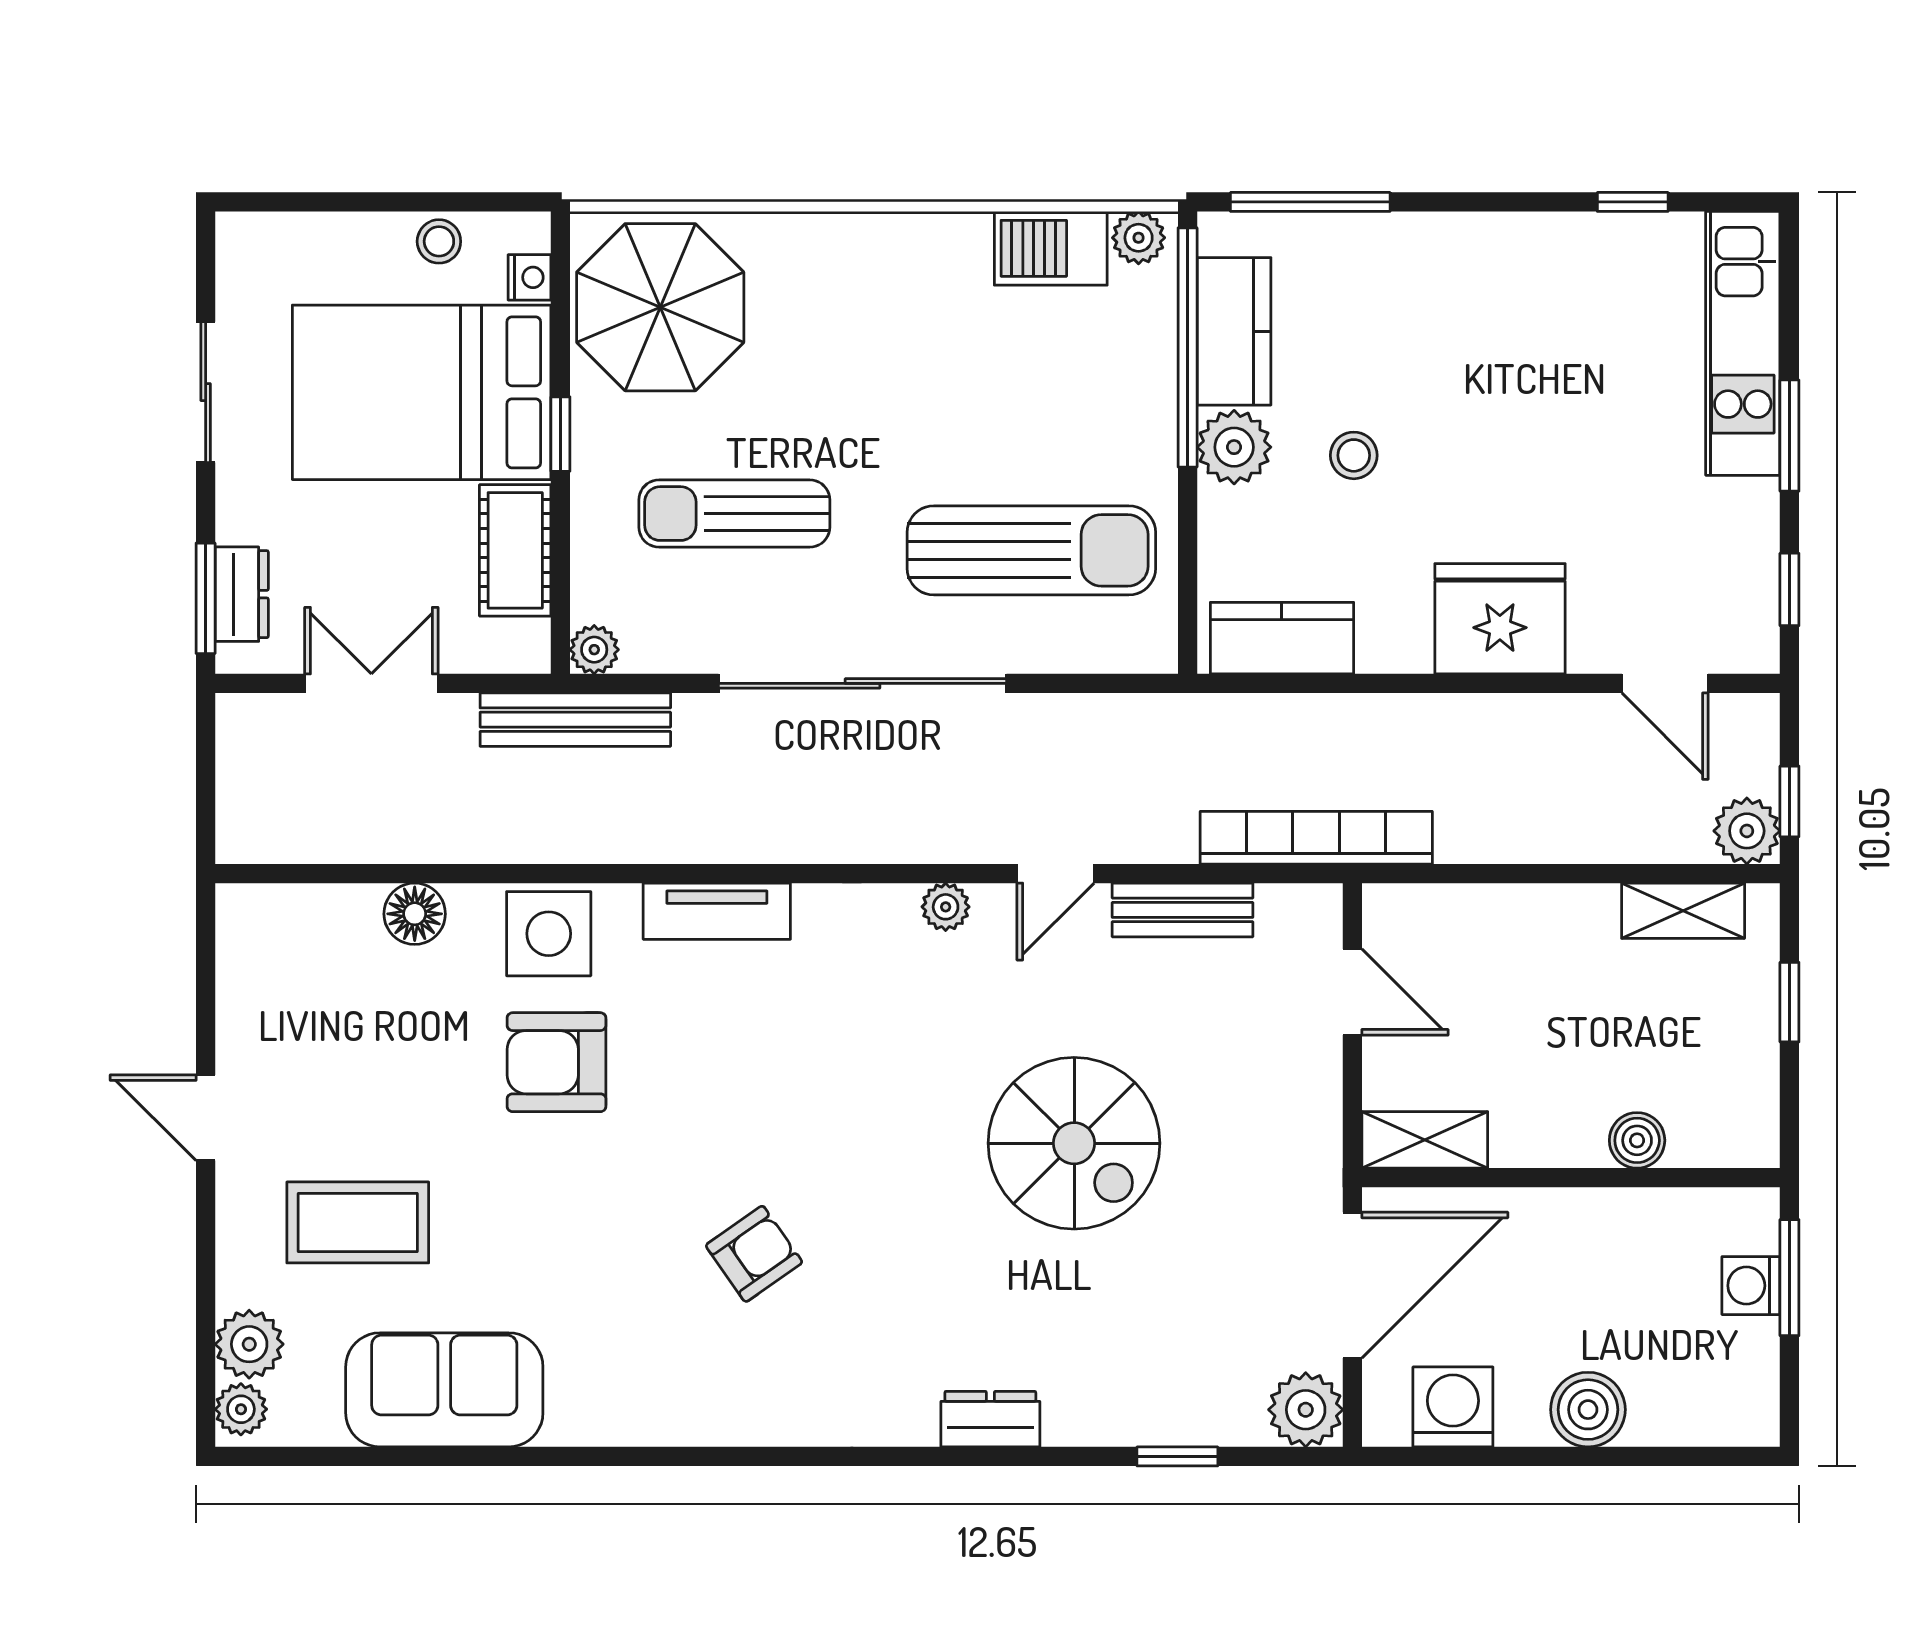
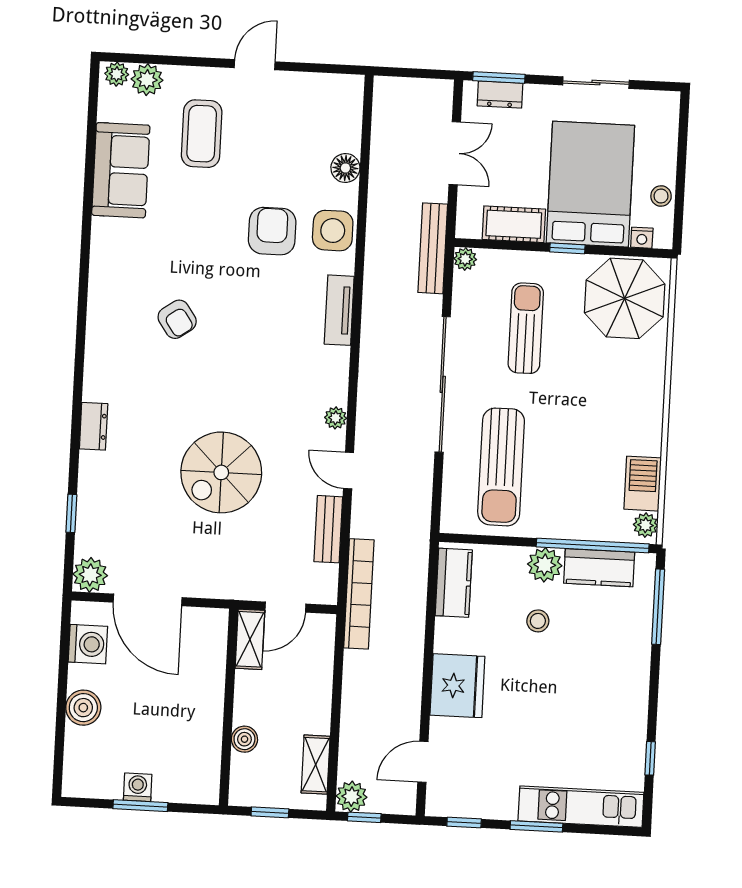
shelving: (1425, 1140) -> (250, 639), moved
boiler: (1637, 1140) -> (244, 739), moved
wall: (1571, 1178) -> (229, 707), moved

